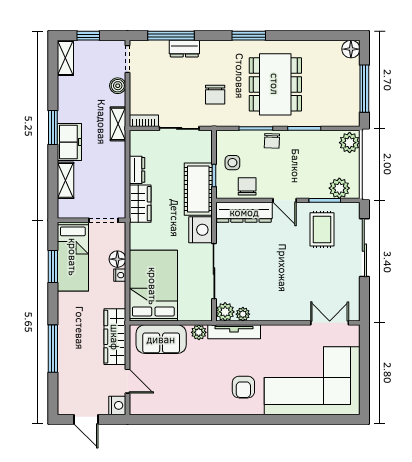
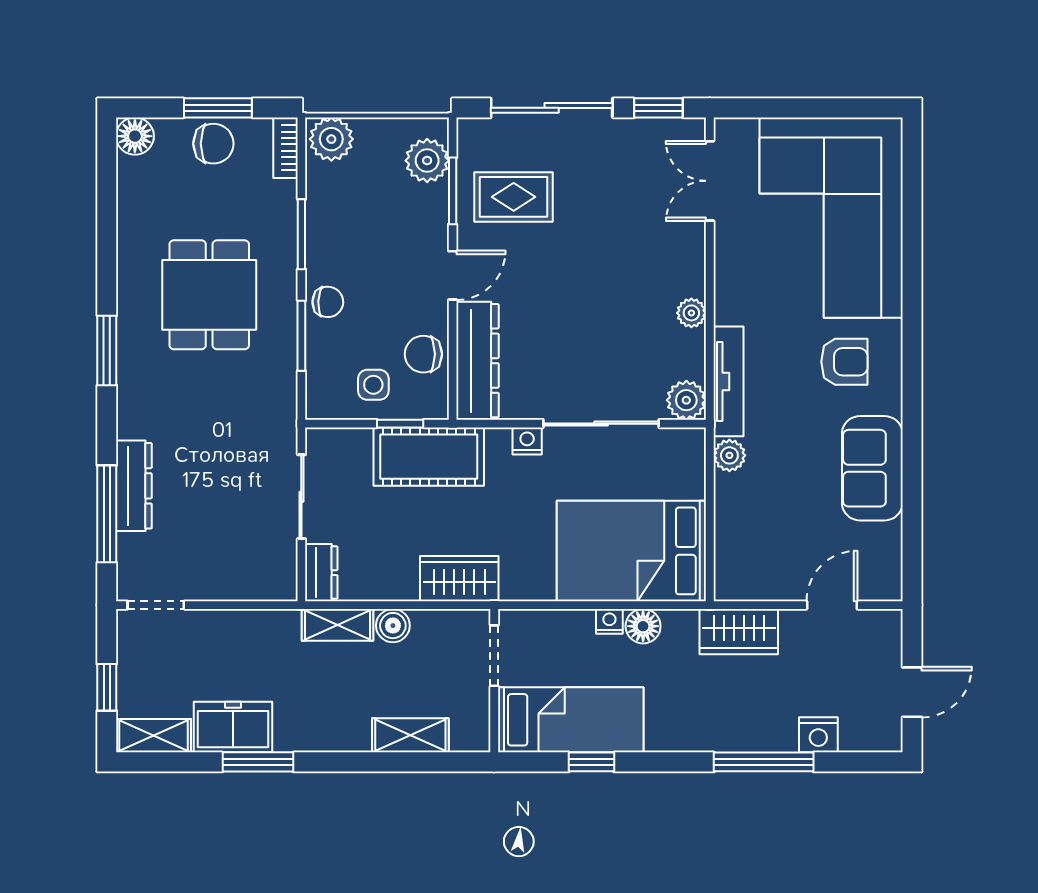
dresser: (184, 49) -> (134, 486), width x1.44
dining table: (275, 84) -> (209, 295), width x0.73
boiler: (118, 86) -> (393, 626), moved
window: (364, 89) -> (218, 108), width x0.69
chair: (215, 95) -> (213, 144), moved
bookcase: (144, 121) -> (285, 148), moved
shelving: (118, 124) -> (338, 625), moved
window: (53, 128) -> (258, 762), moved
freezer: (69, 142) -> (233, 727), moved
dresser: (137, 170) -> (321, 573), moved, turned 90
nightstand: (200, 230) -> (527, 441), width x0.53, depth x0.56
floor lamp: (117, 259) -> (643, 626), moved
window: (53, 267) -> (591, 762), width x0.67
window: (364, 298) -> (658, 108), added
plant: (243, 314) -> (691, 313), moved
wardrobe: (115, 337) -> (739, 632), width x0.67
sofa: (161, 339) -> (872, 468), moved, turned 180
nightstand: (117, 405) -> (818, 735), moved, turned 180

